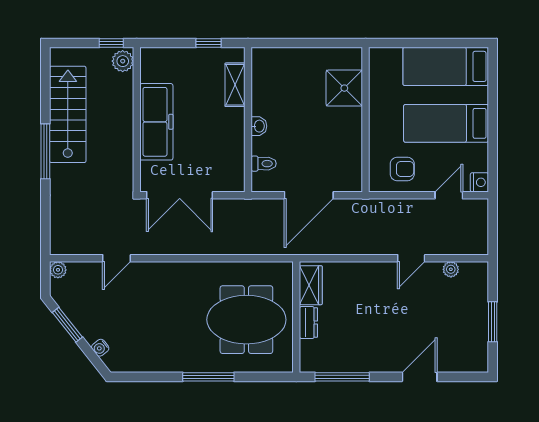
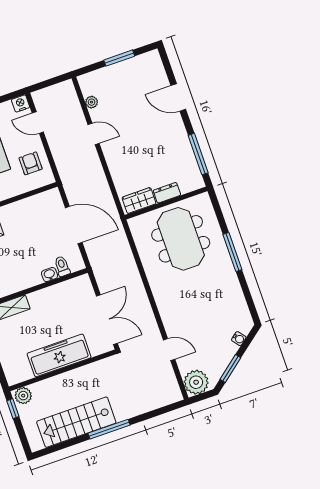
washbasin: (259, 126) -> (50, 275), moved
plant: (58, 270) -> (196, 382), width x1.87, depth x1.87

